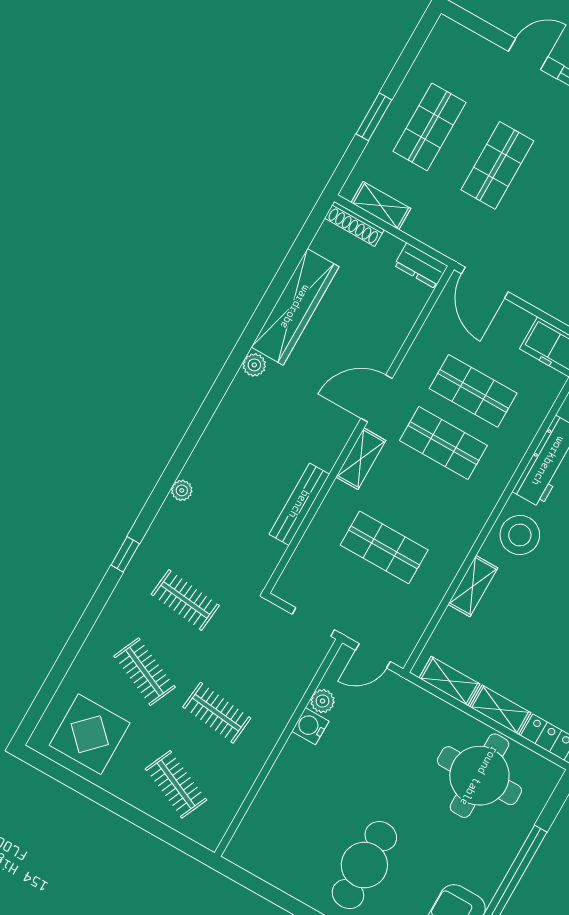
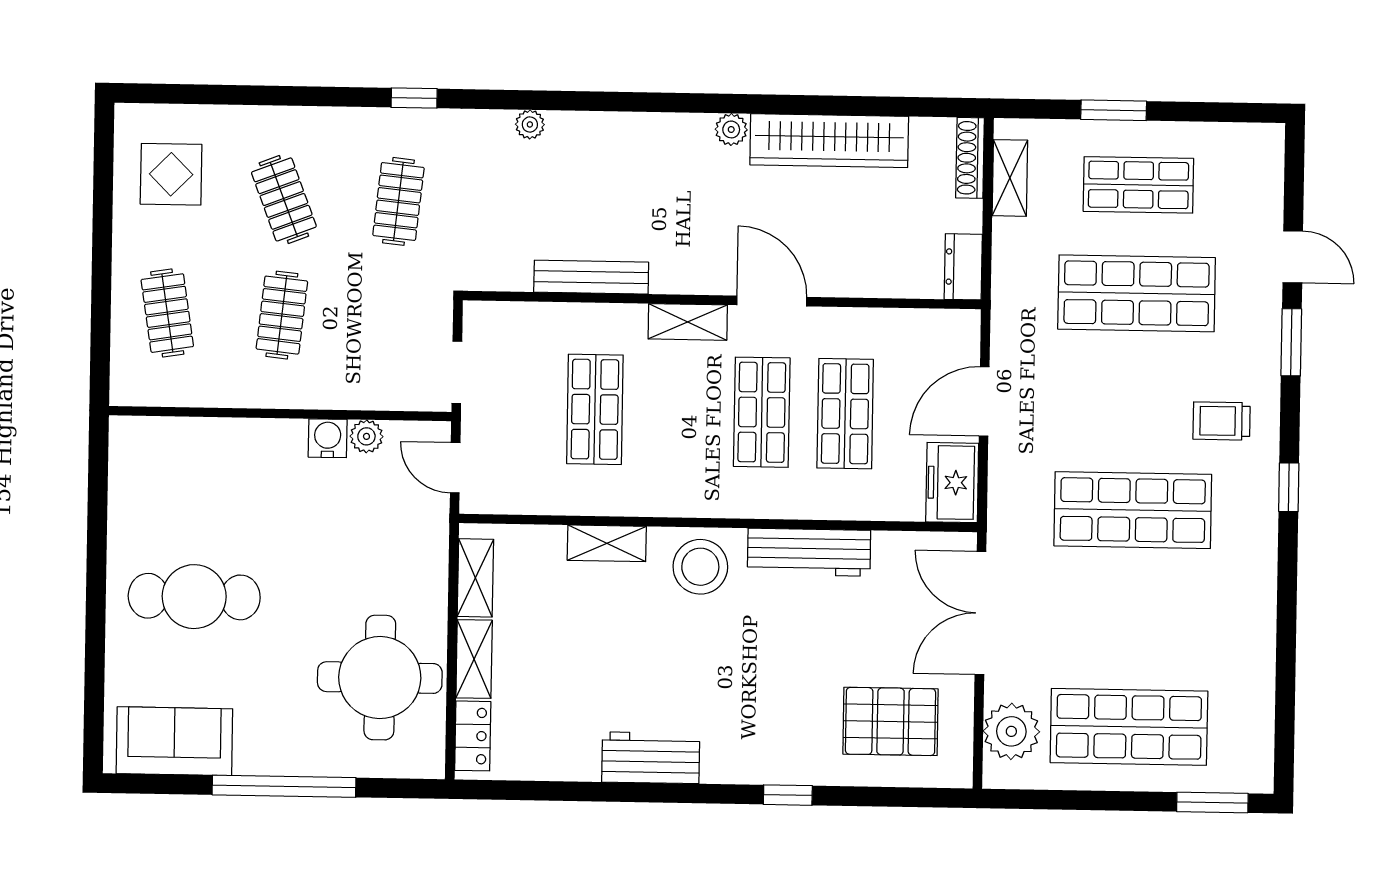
shop shelf: (497, 165) -> (1137, 293), width x1.43, depth x1.36
door: (485, 283) -> (984, 401), moved
clothes rail: (144, 672) -> (284, 199), turned -45
display table: (90, 734) -> (171, 174), width x0.73, depth x0.73
clothes rail: (176, 784) -> (167, 313), turned -33

